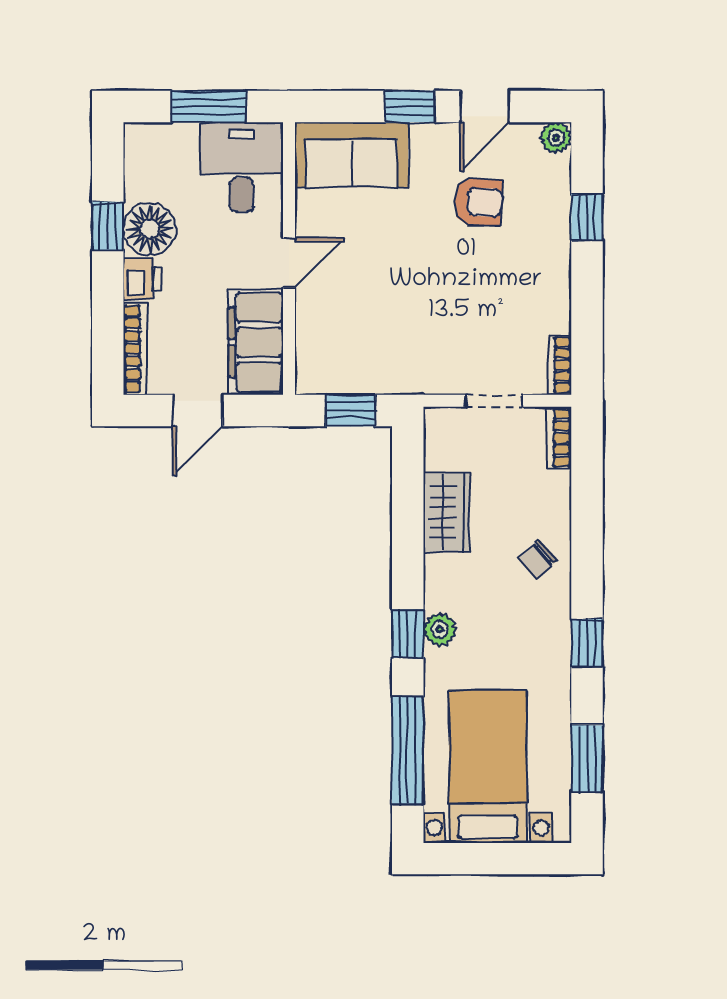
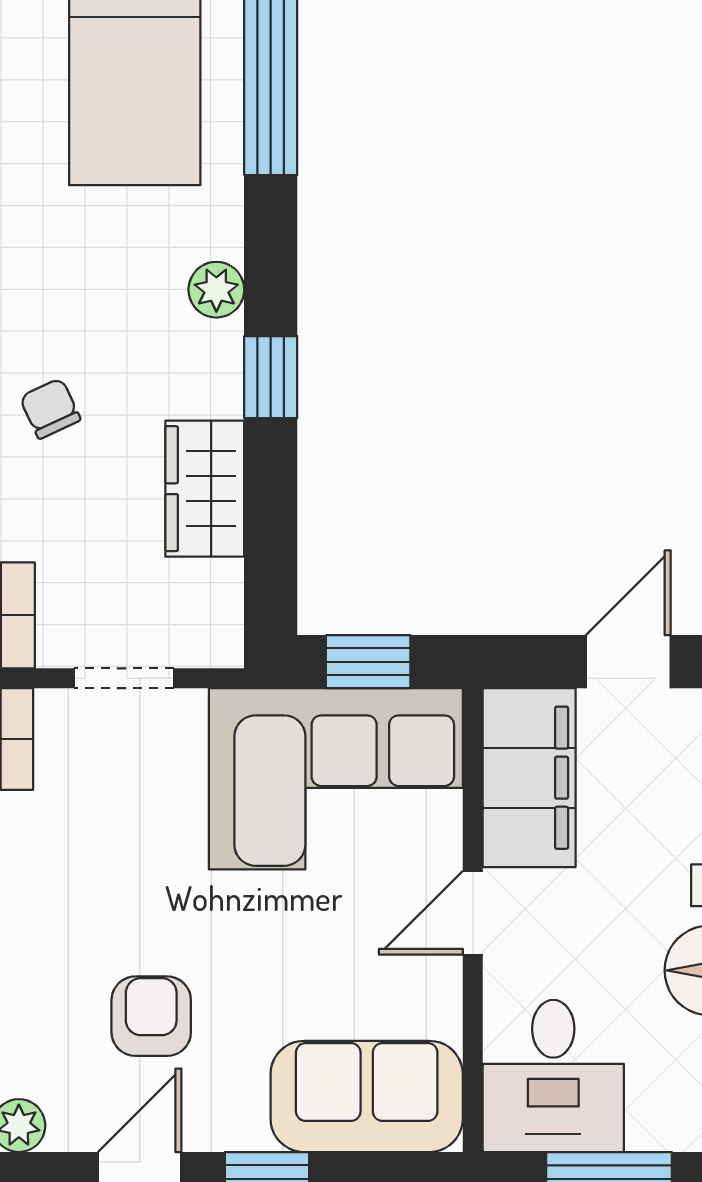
armchair: (478, 202) -> (151, 1016), turned 88
corner sofa: (369, 342) -> (336, 779), added
chair: (537, 559) -> (50, 408), turned -74
window: (408, 634) -> (271, 377), moved

